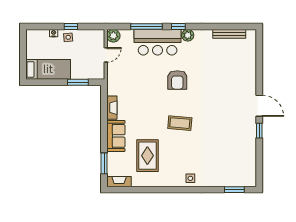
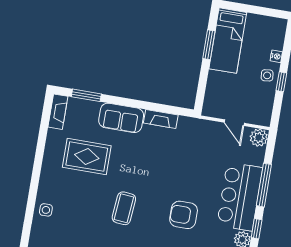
window: (78, 82) -> (209, 45), moved

